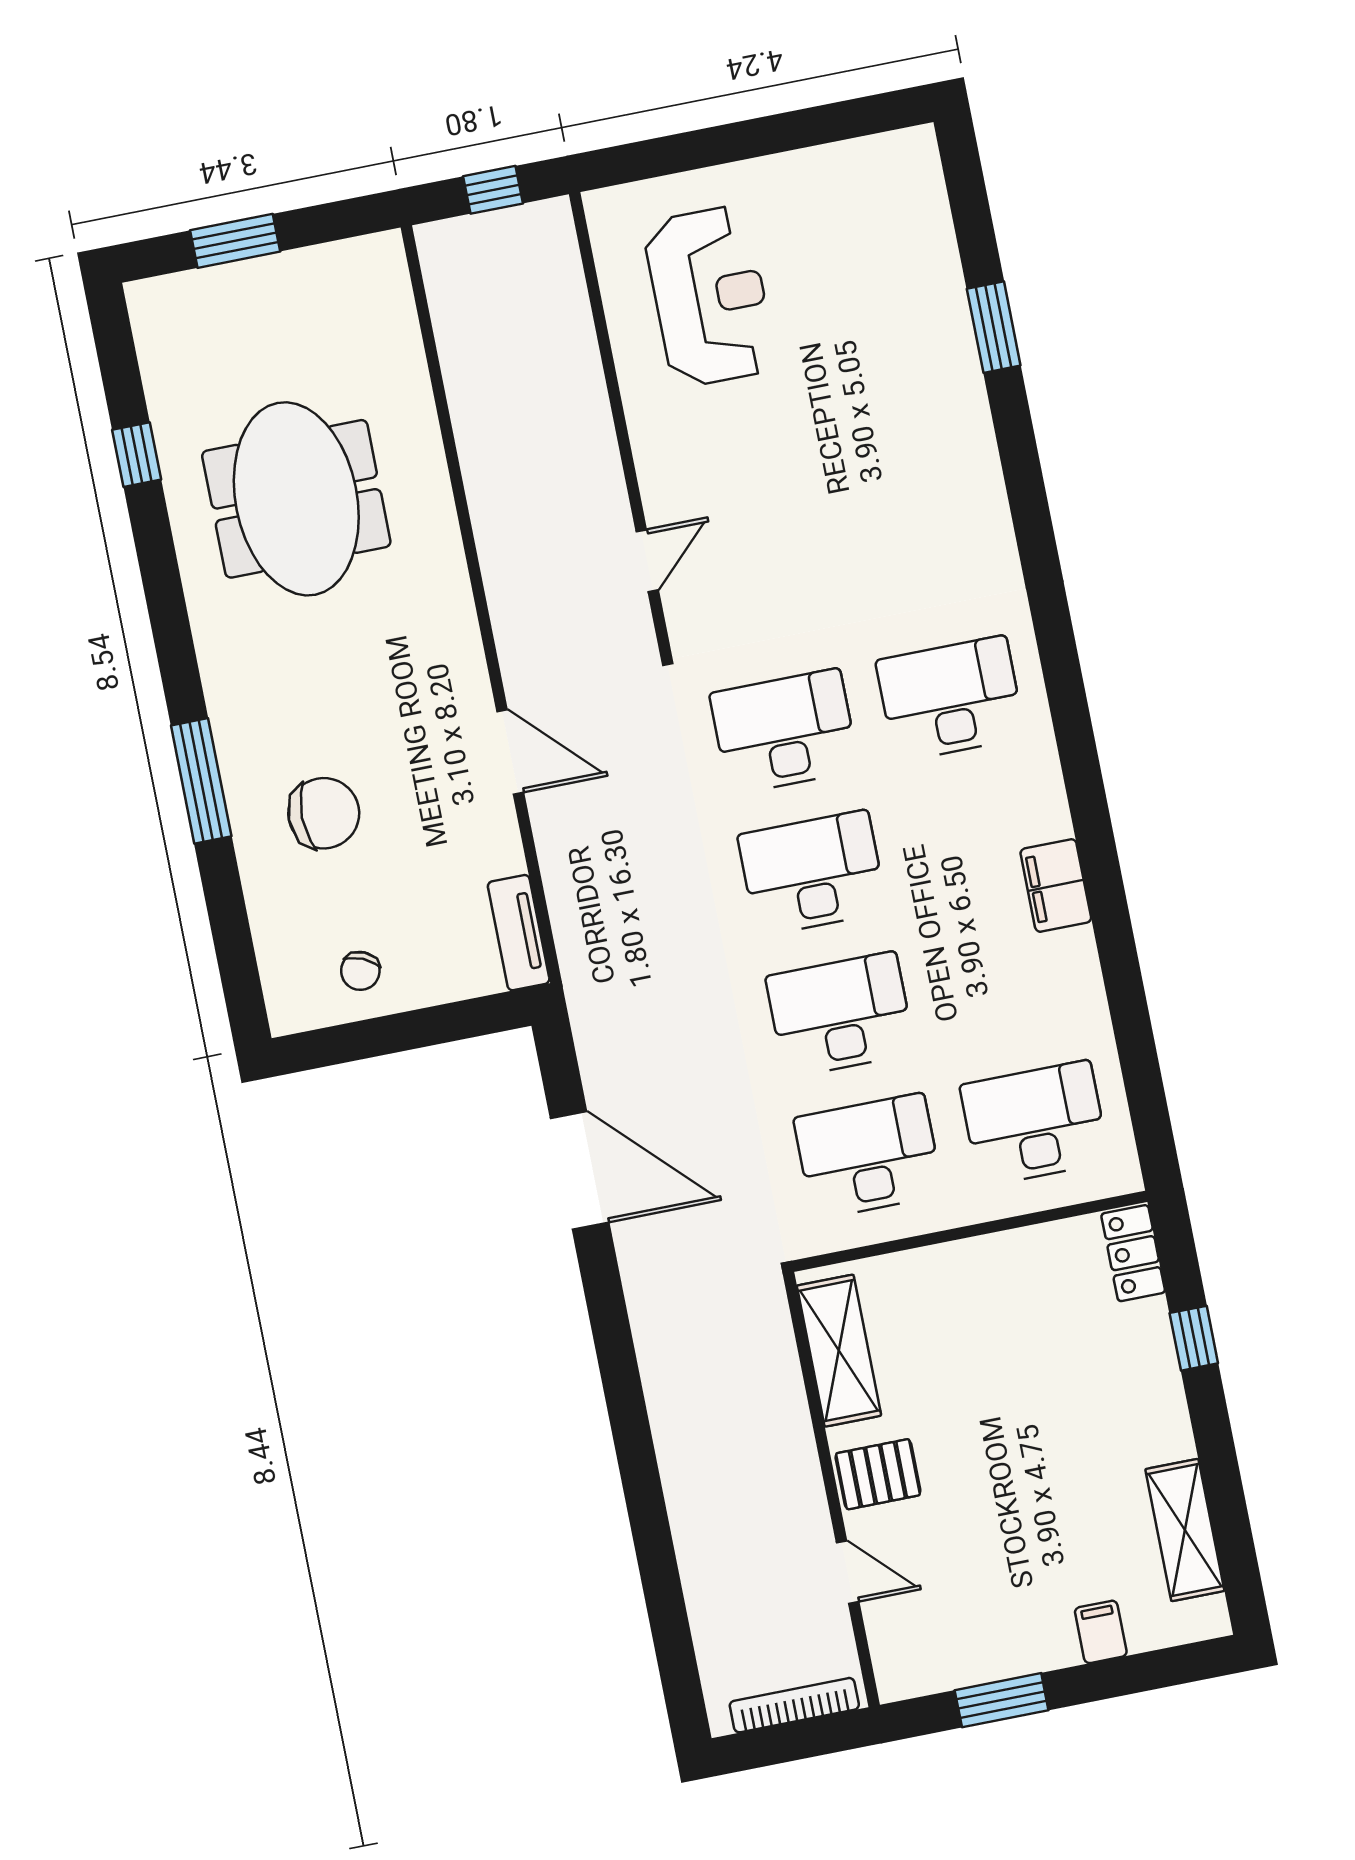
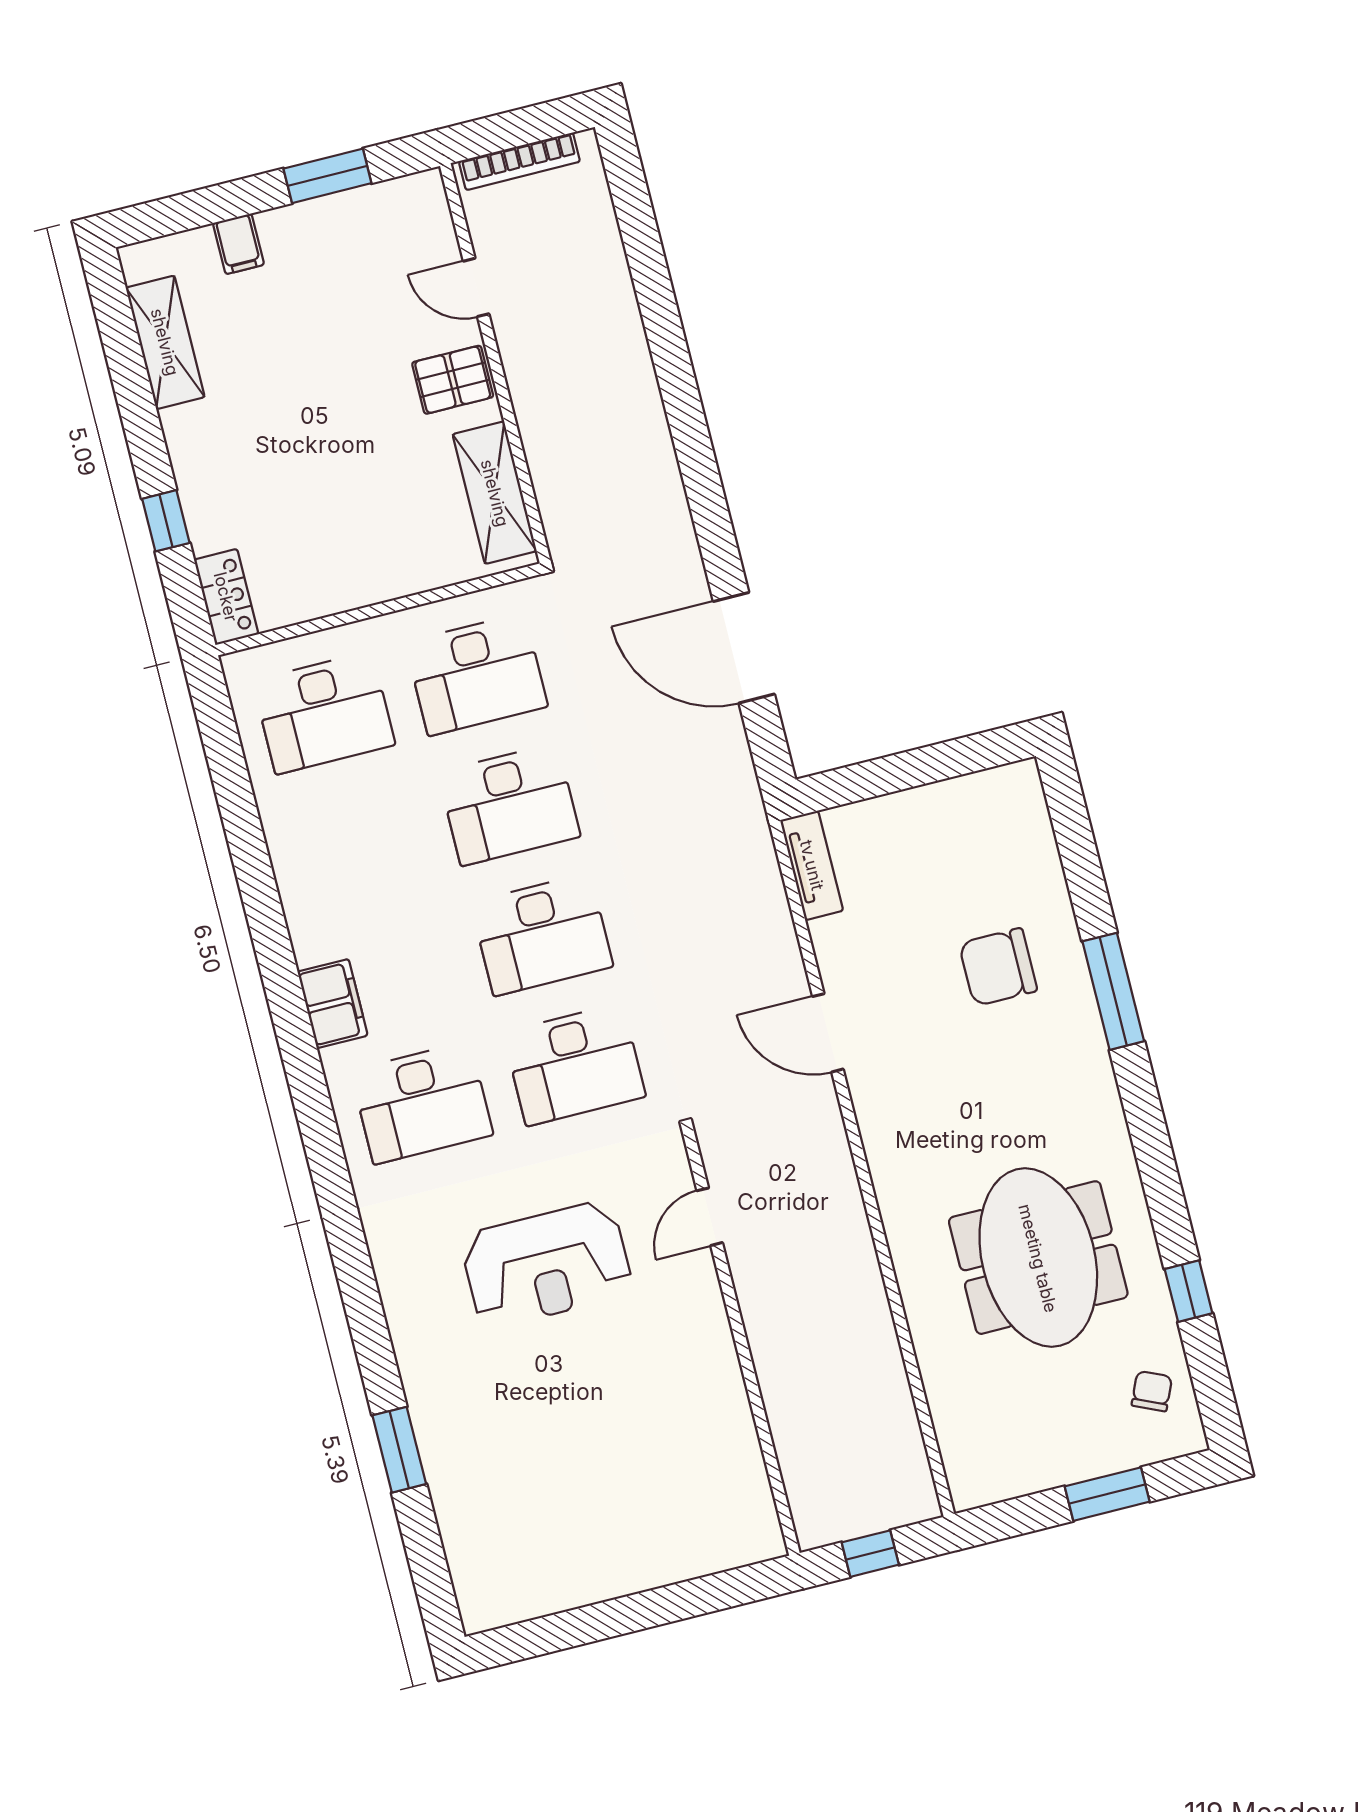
reception desk: (710, 296) -> (547, 1265), moved, turned -90
filing cabinet: (1056, 886) -> (333, 1004), moved
chair: (360, 971) -> (1152, 1391), moved

